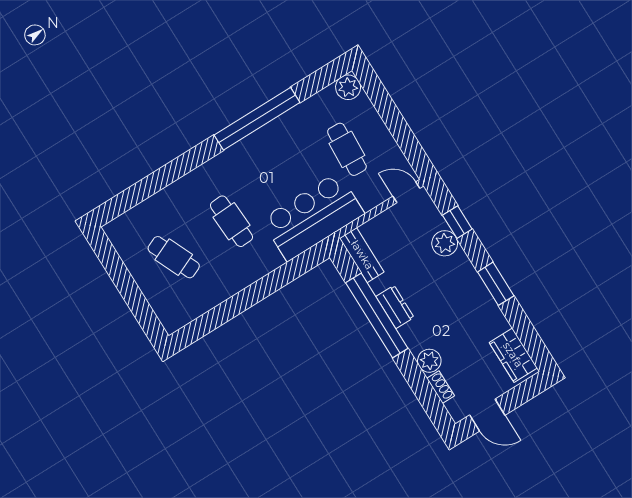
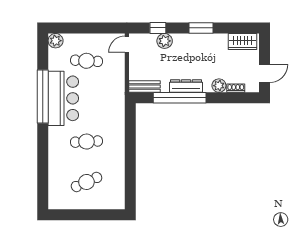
bar counter: (313, 217) -> (63, 98), moved, turned 180
dresser: (395, 307) -> (186, 86), width x1.44

